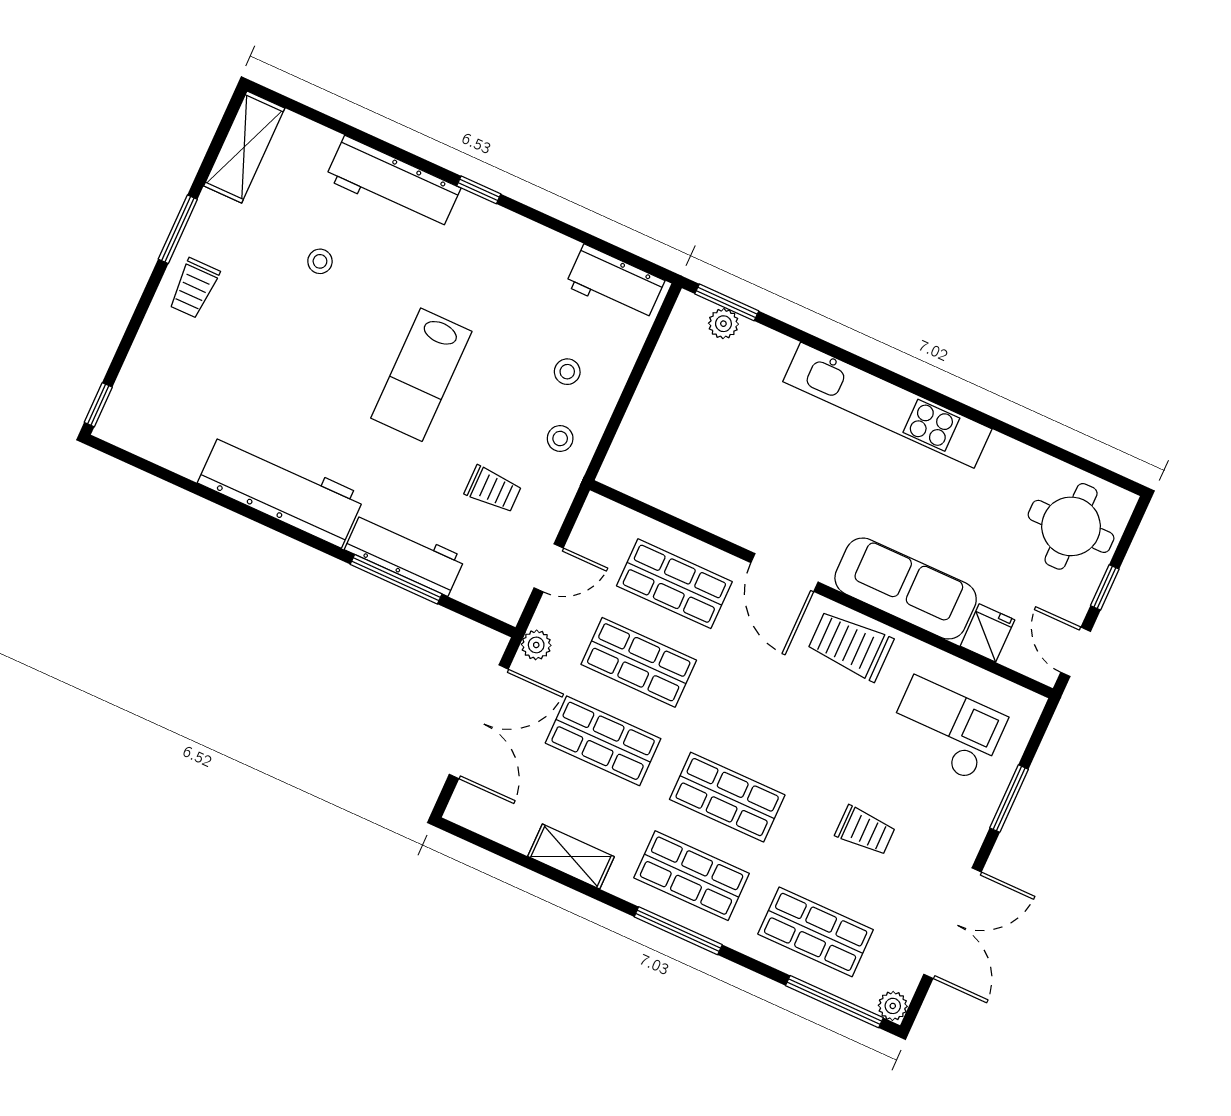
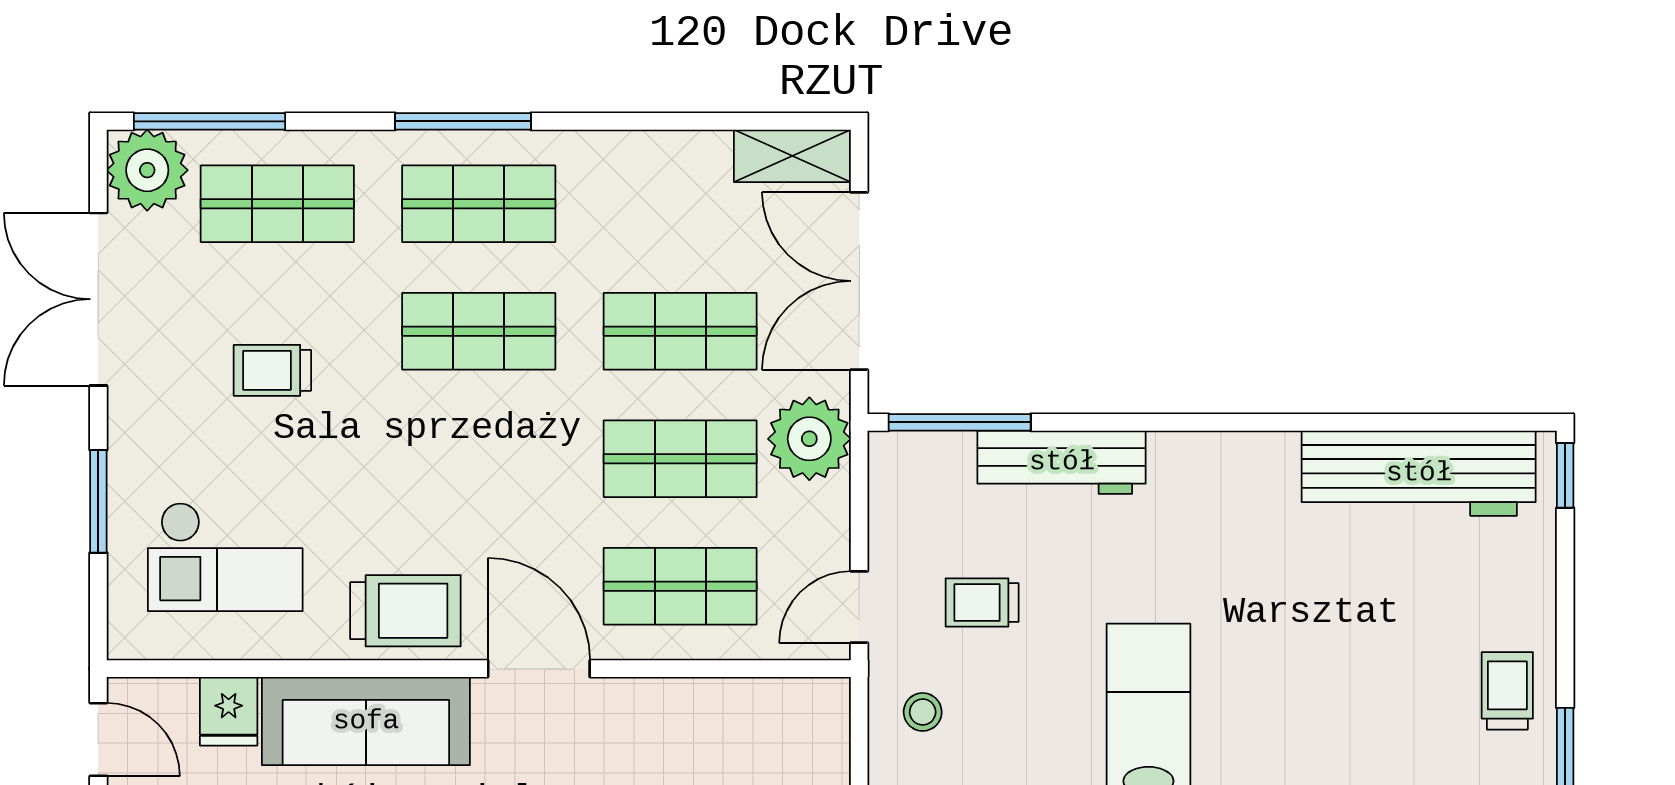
workbench: (281, 489) -> (1419, 473), moved
door: (549, 568) -> (859, 607), moved
window: (396, 579) -> (960, 422), moved
plant: (536, 645) -> (809, 439), width x1.88, depth x1.88
shelving: (571, 857) -> (792, 156), moved
plant: (893, 1006) -> (147, 170), width x1.88, depth x1.88

